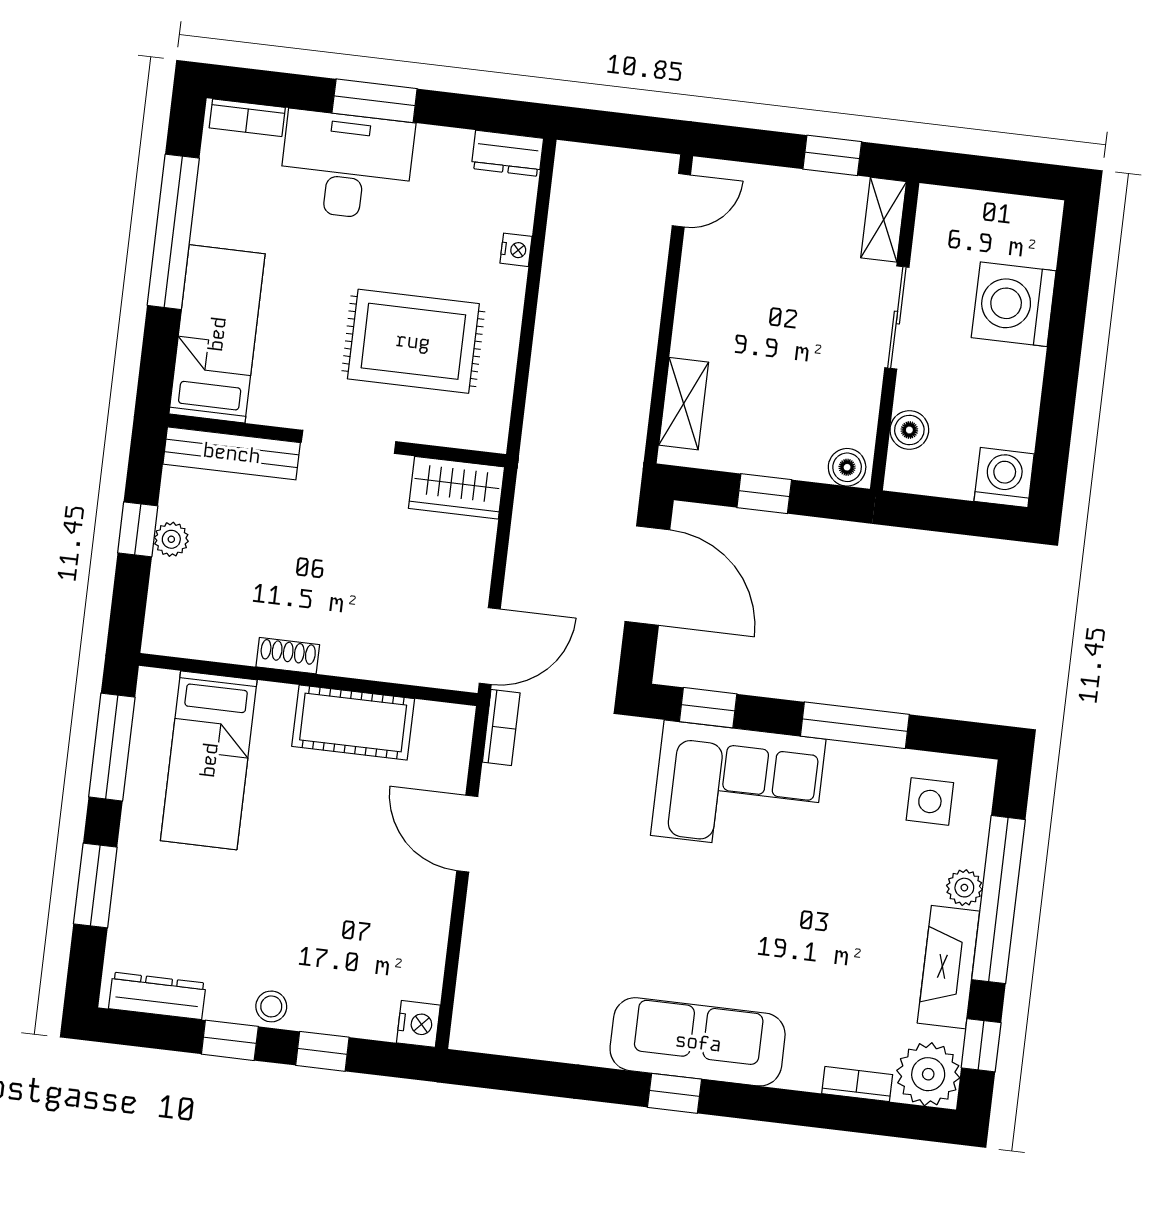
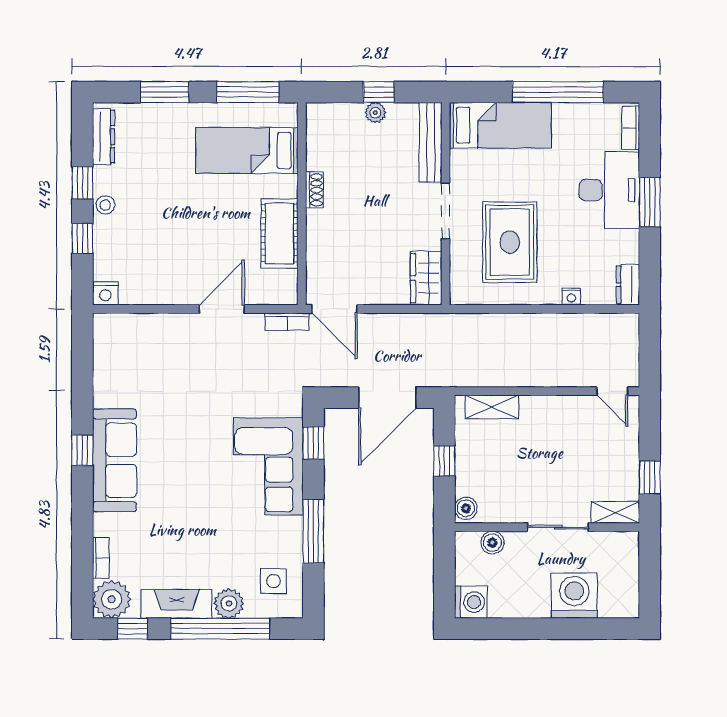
plant: (964, 888) -> (229, 604), width x1.38, depth x1.38

